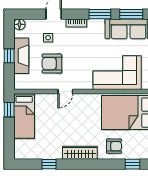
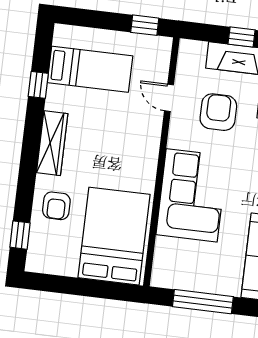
corner sofa: (117, 73) -> (192, 195), moved
door: (65, 92) -> (169, 98), moved
bed: (24, 116) -> (90, 69), moved, turned 180

